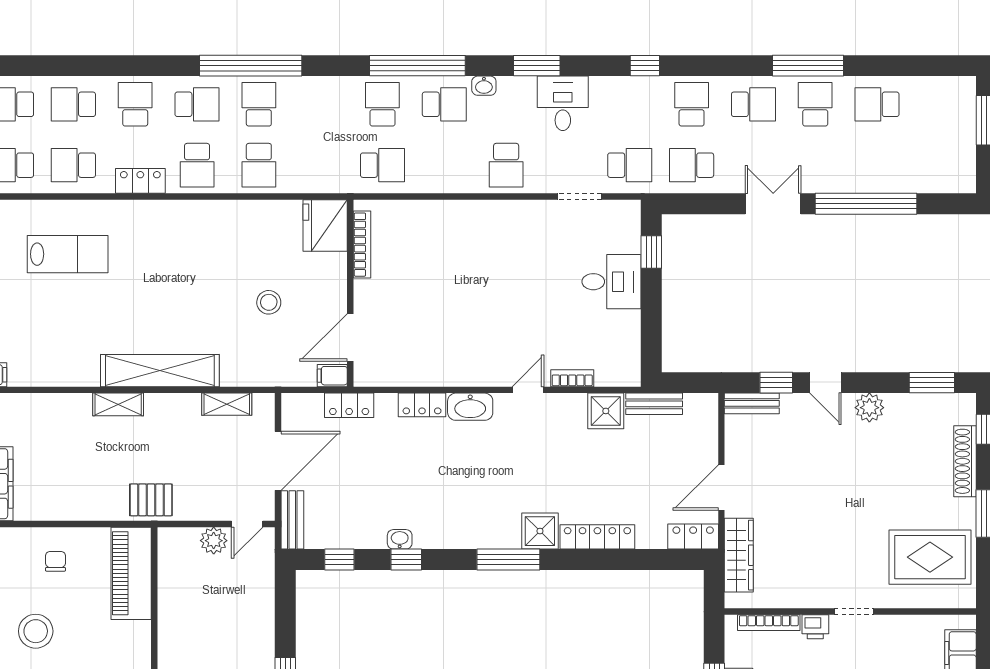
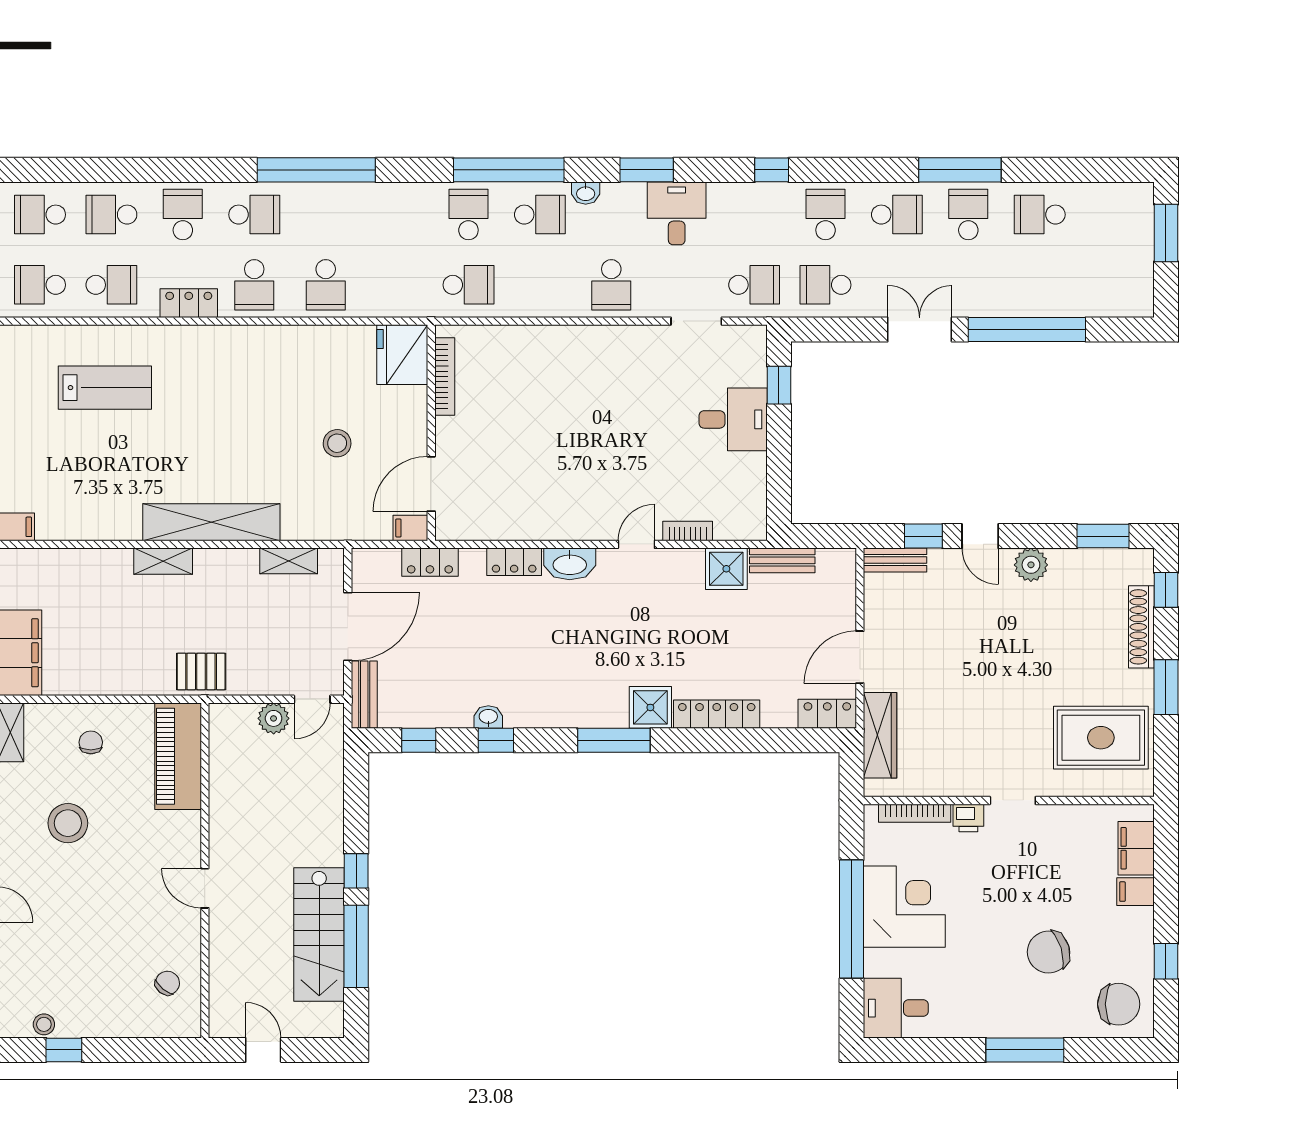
school desk: (259, 104) -> (326, 215), removed
school desk: (73, 165) -> (111, 285), turned 180

